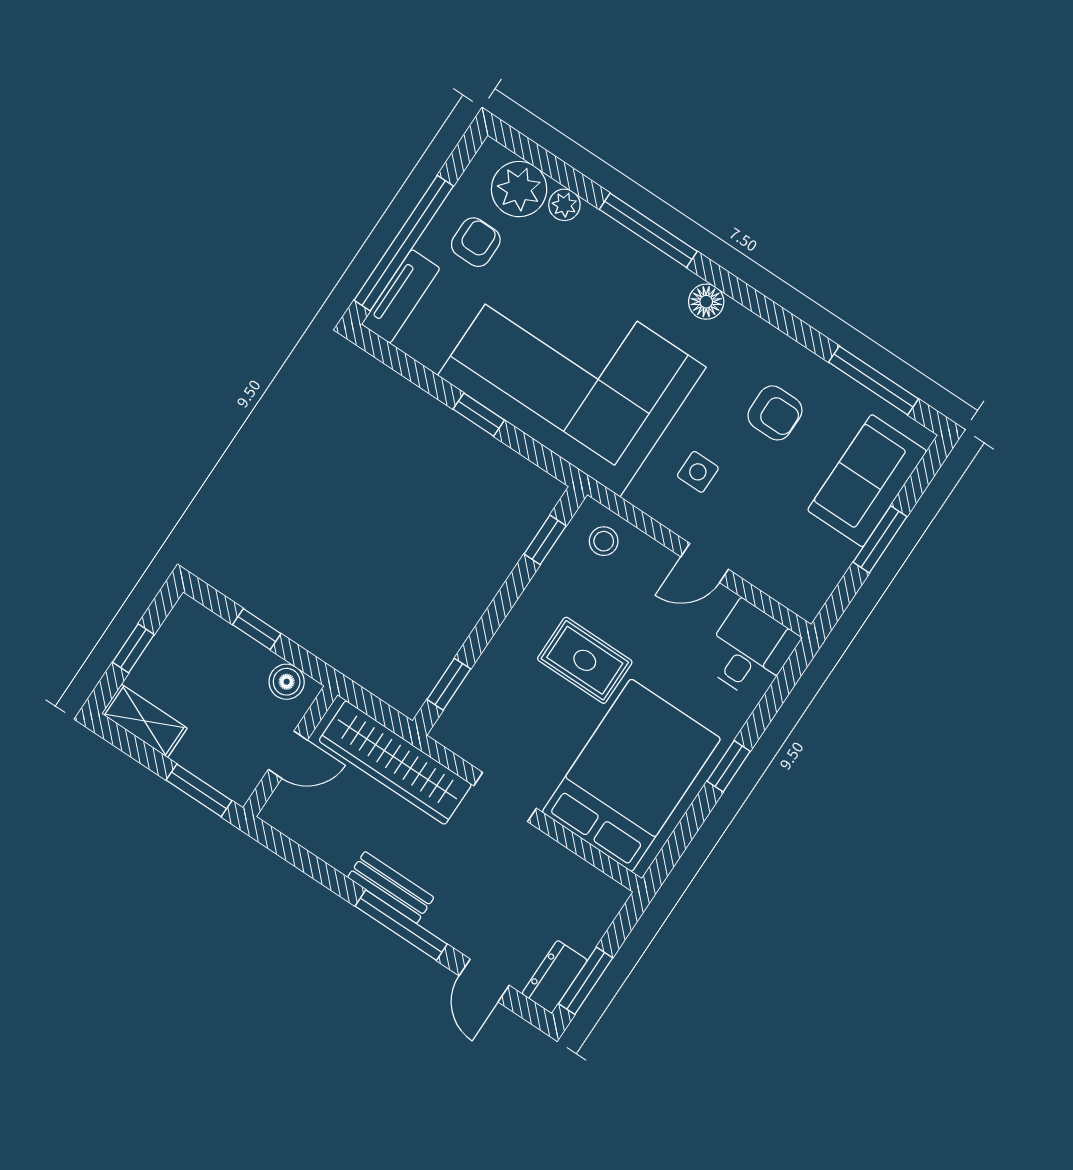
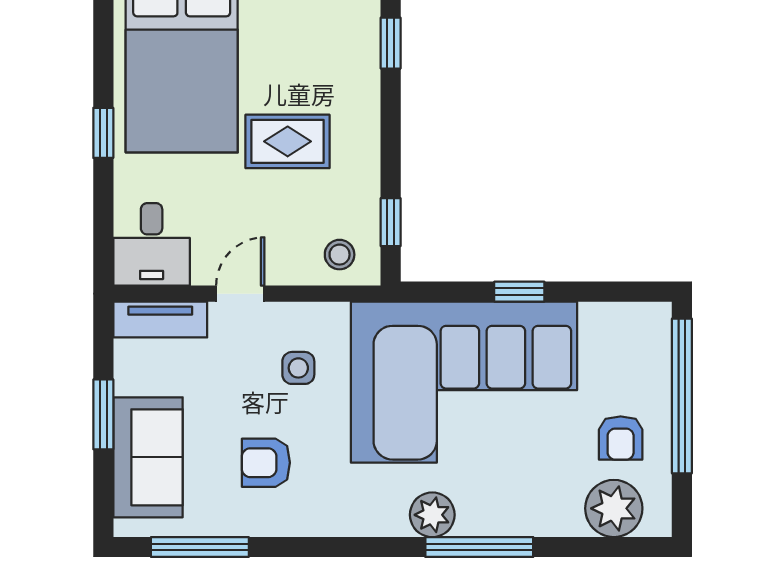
plant: (564, 205) -> (432, 515), moved, width x1.38, depth x1.38
tv unit: (401, 296) -> (160, 320), moved, turned -90
floor lamp: (706, 302) -> (389, 519), removed

